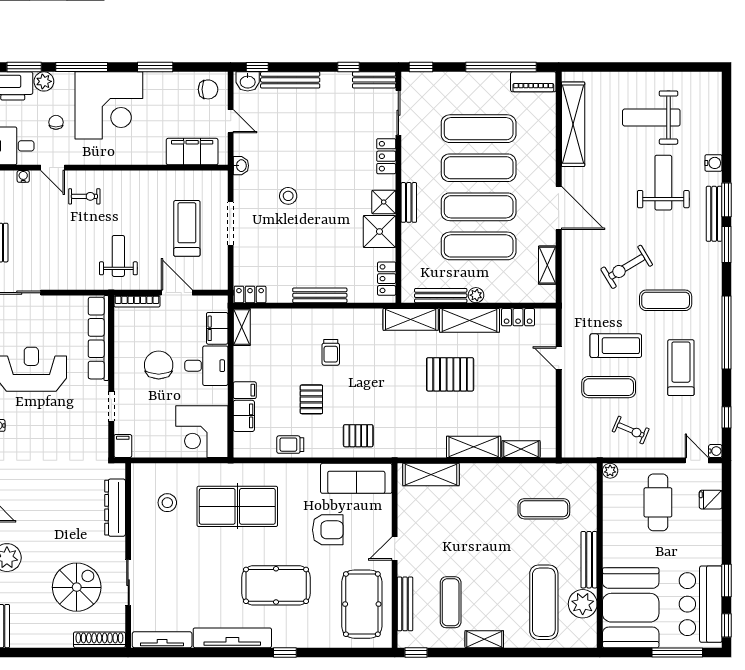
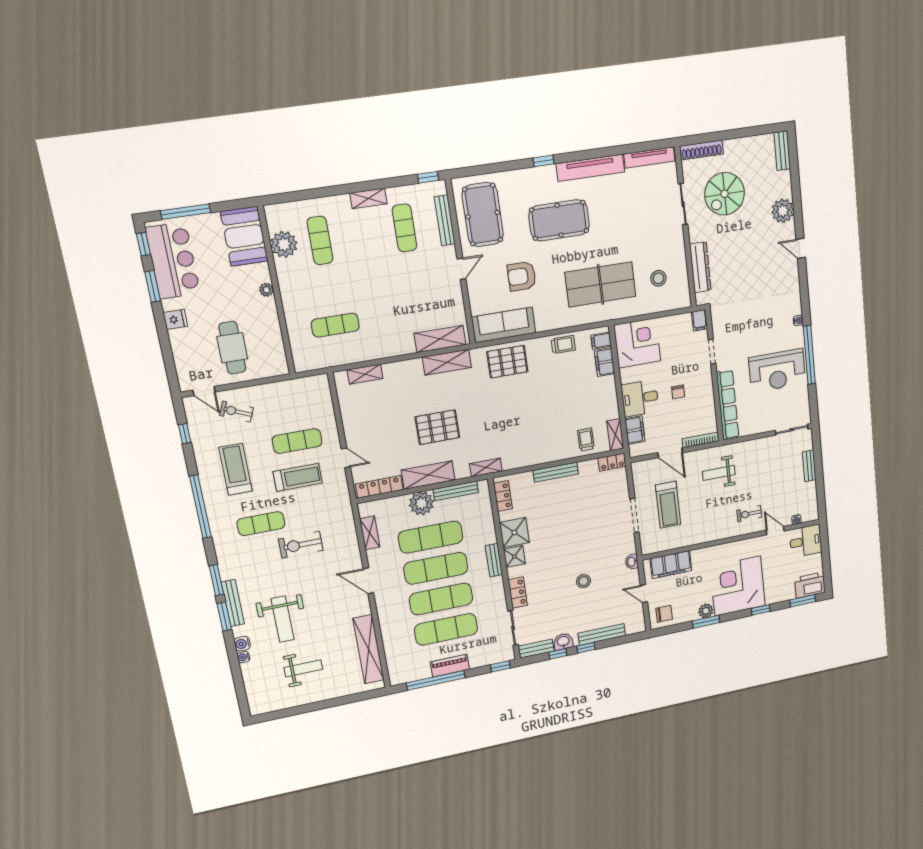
window: (82, 67) -> (761, 610), width x0.46
window: (257, 67) -> (586, 648), moved
plant: (44, 81) -> (706, 611), moved
washbasin: (248, 81) -> (563, 642), moved
piano: (533, 82) -> (450, 666), moved
chair: (208, 89) -> (664, 614), turned 180
weight bench: (651, 118) -> (303, 668), width x0.73, depth x0.75
chair: (56, 122) -> (776, 565), removed
stool: (288, 196) -> (584, 581), moved
door: (559, 208) -> (368, 581), width x0.73
weight bench: (118, 256) -> (719, 473), turned 90
exercise bike: (627, 267) -> (301, 545), turned -149
plant: (476, 295) -> (421, 503), width x1.88, depth x1.88
locker: (518, 317) -> (379, 487), width x1.53
shelving: (411, 319) -> (486, 467), width x0.67, depth x0.75
treadmill: (616, 346) -> (298, 477), turned 180
trolley: (331, 352) -> (586, 440), moved
chair: (159, 365) -> (678, 392), width x0.54, depth x0.54
treadmill: (681, 368) -> (236, 469), turned 180
filing cabinet: (245, 390) -> (601, 341), moved
pallet: (311, 399) -> (551, 386), removed
exercise bike: (631, 430) -> (237, 412), moved
pallet: (358, 436) -> (507, 362), width x1.50, depth x1.42
shelving: (474, 447) -> (447, 362), moved
water cooler: (715, 451) -> (243, 657), moved
plant: (610, 471) -> (266, 290), moved
fridge: (711, 500) -> (175, 319), moved
bench: (589, 560) -> (286, 286), removed
exercise mat: (544, 602) -> (320, 240), width x0.73, depth x0.69
booth: (631, 608) -> (244, 236), width x0.73, depth x0.70

